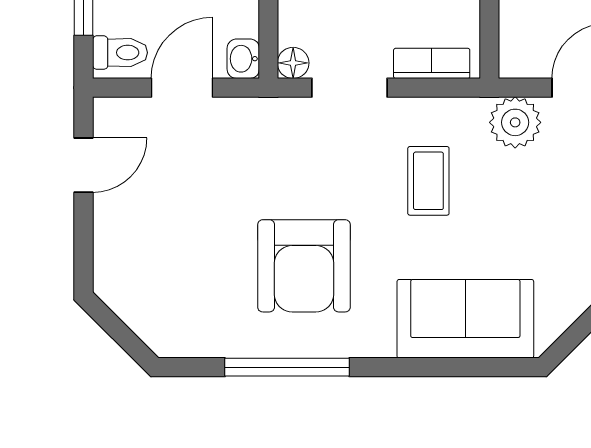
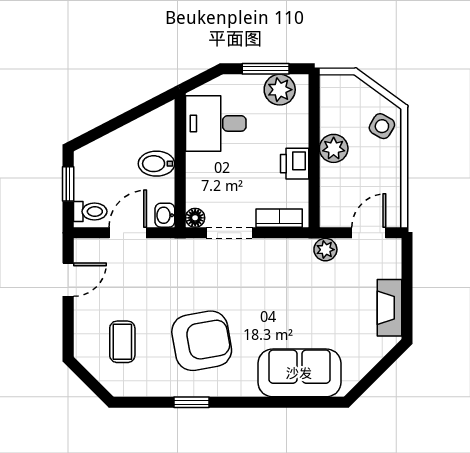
plant: (515, 122) -> (325, 250), width x0.73, depth x0.73
coffee table: (428, 181) -> (122, 342), moved
armchair: (304, 266) -> (202, 341), turned -100
window: (287, 367) -> (191, 402), width x0.46

